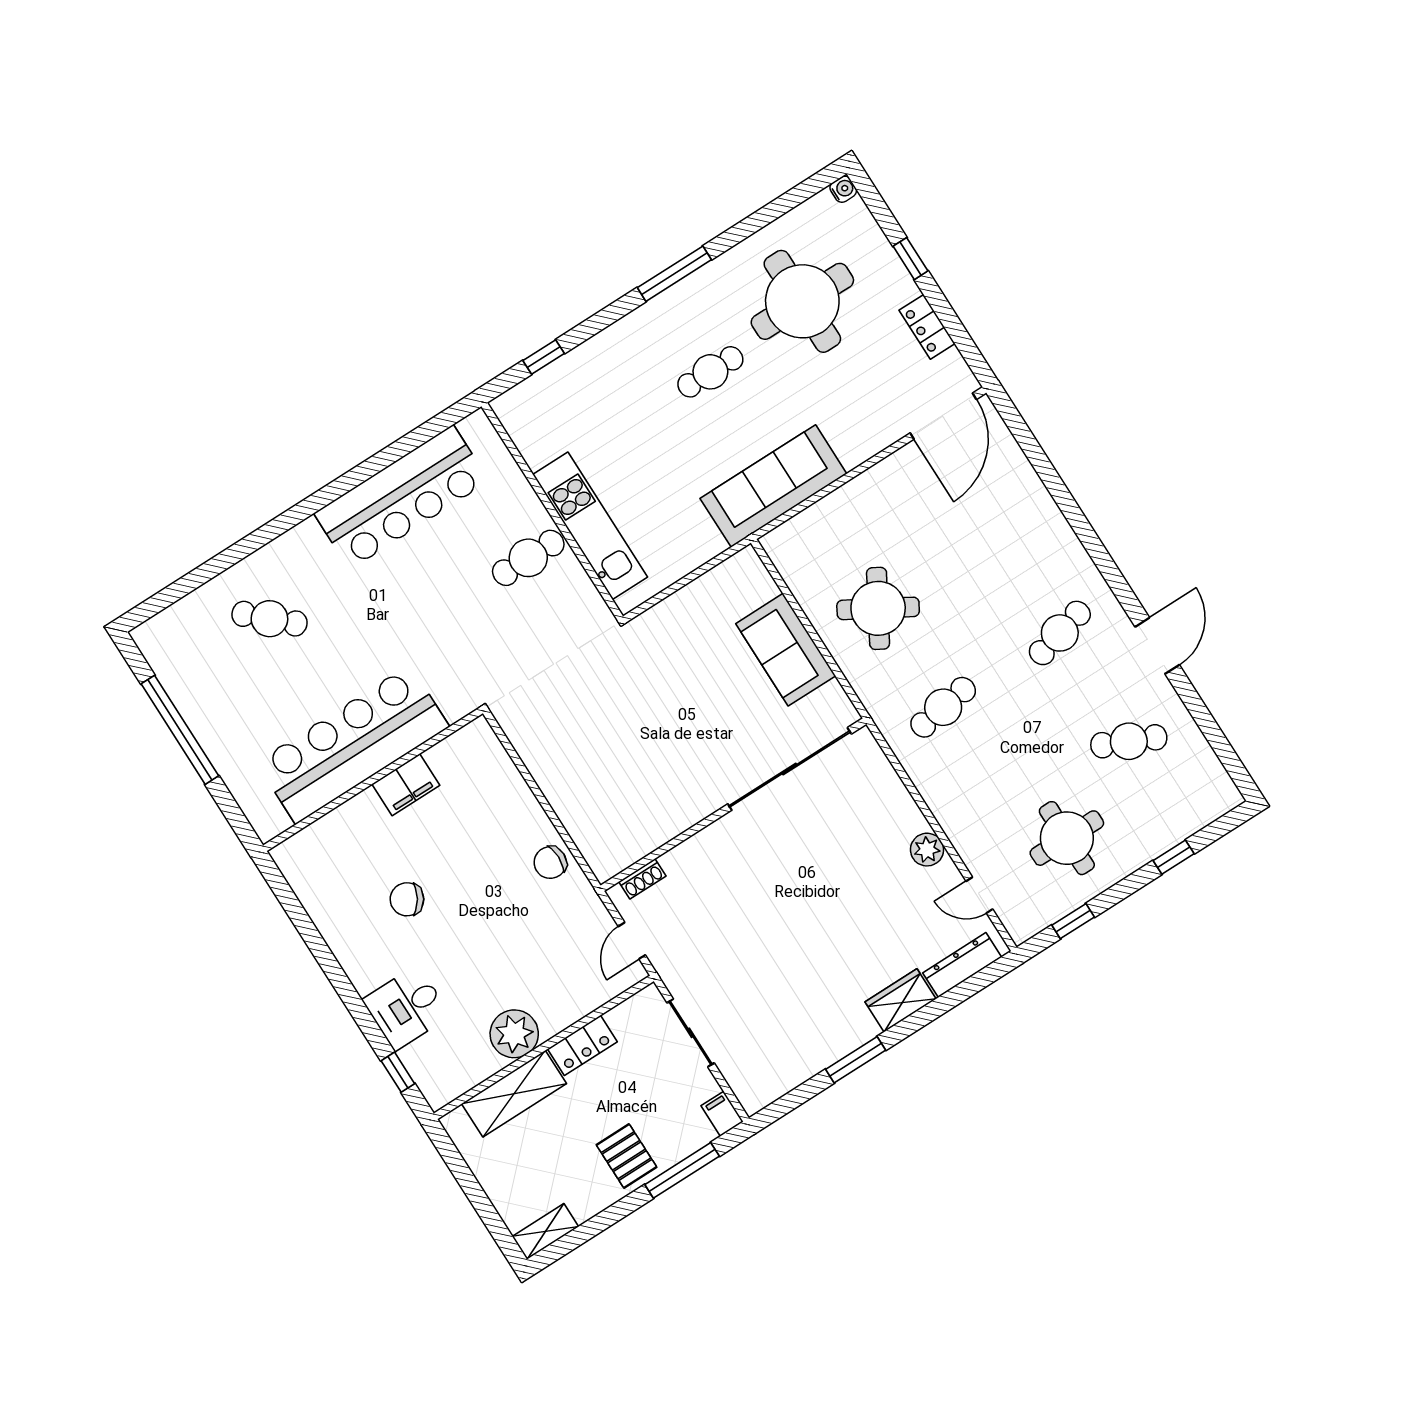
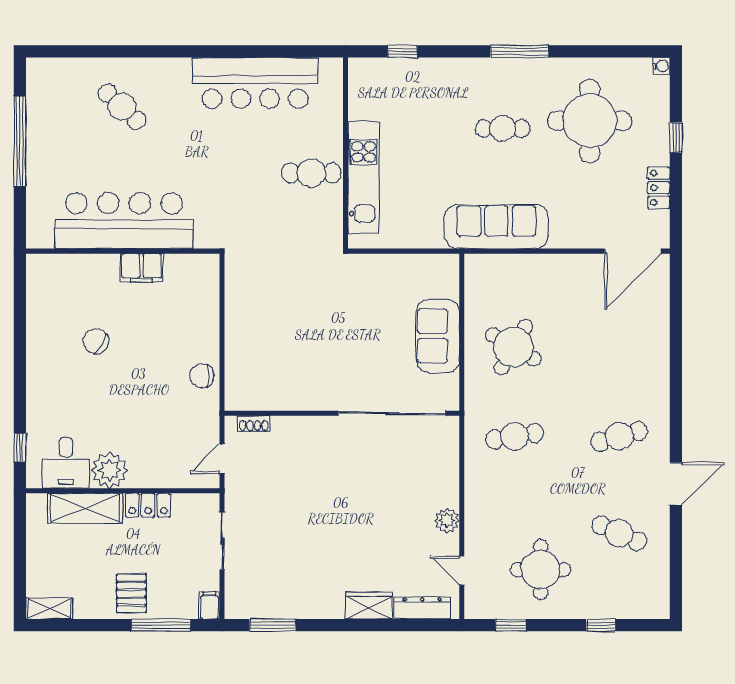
desk: (406, 1008) -> (66, 463), moved, turned -90
window: (856, 1060) -> (273, 625), moved

